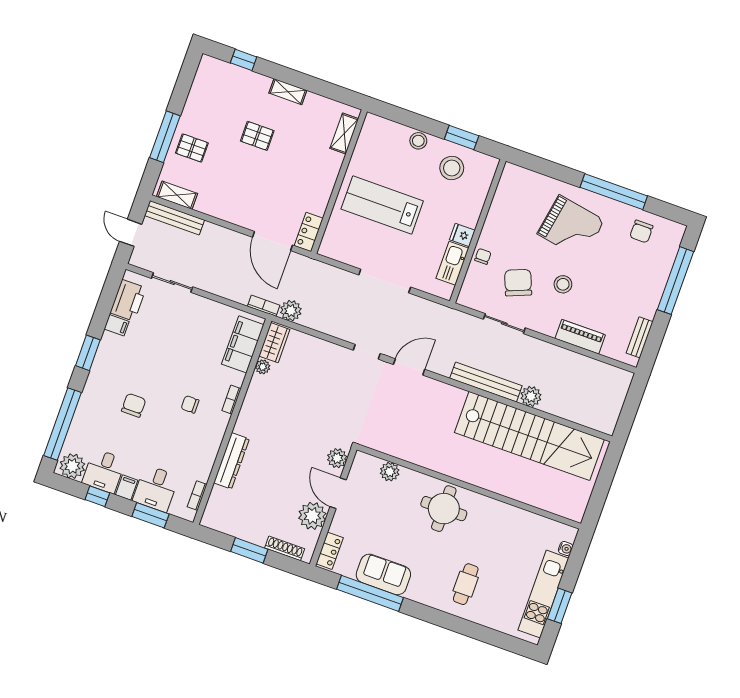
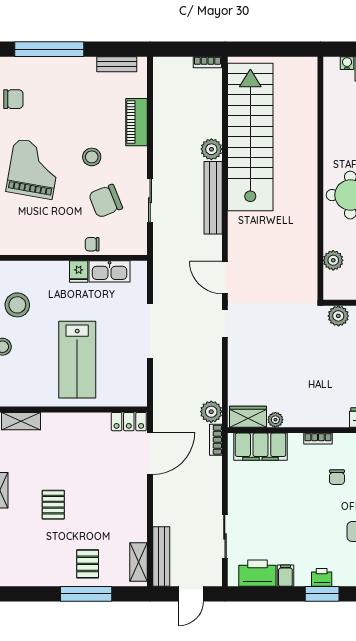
printer: (103, 358) -> (322, 577), added
bookcase: (612, 421) -> (207, 62), added

